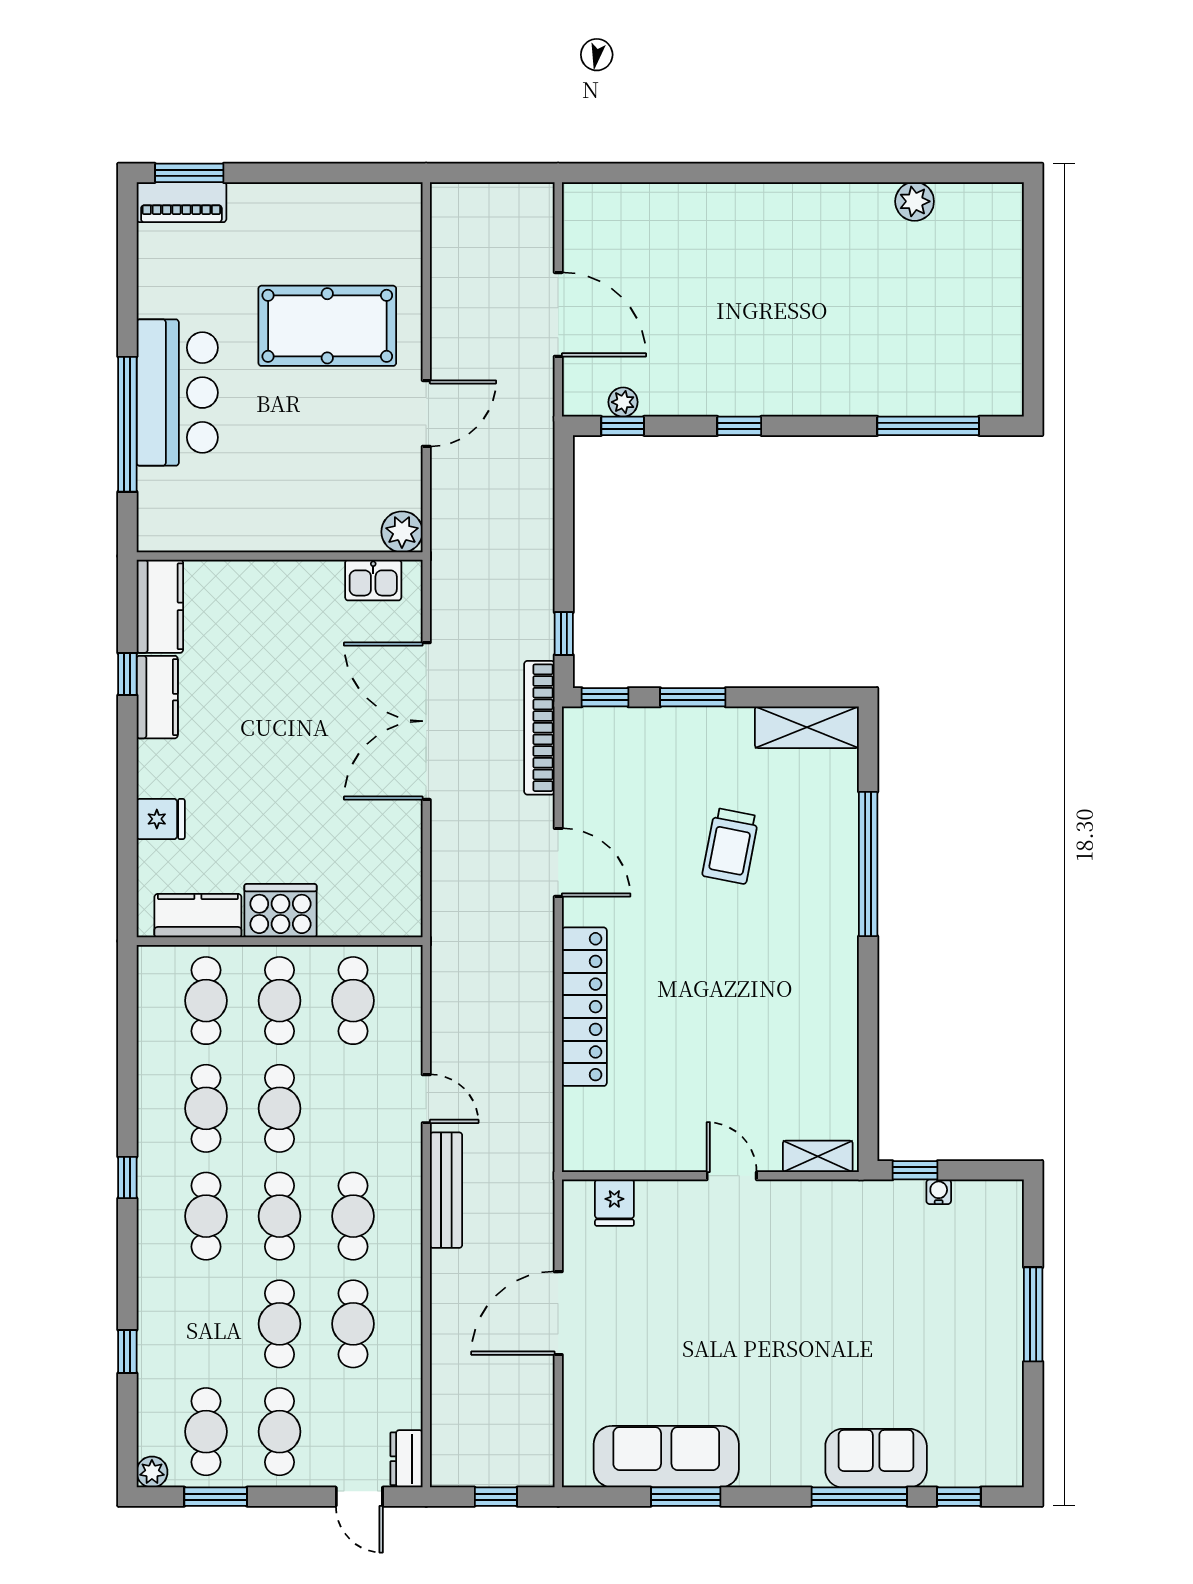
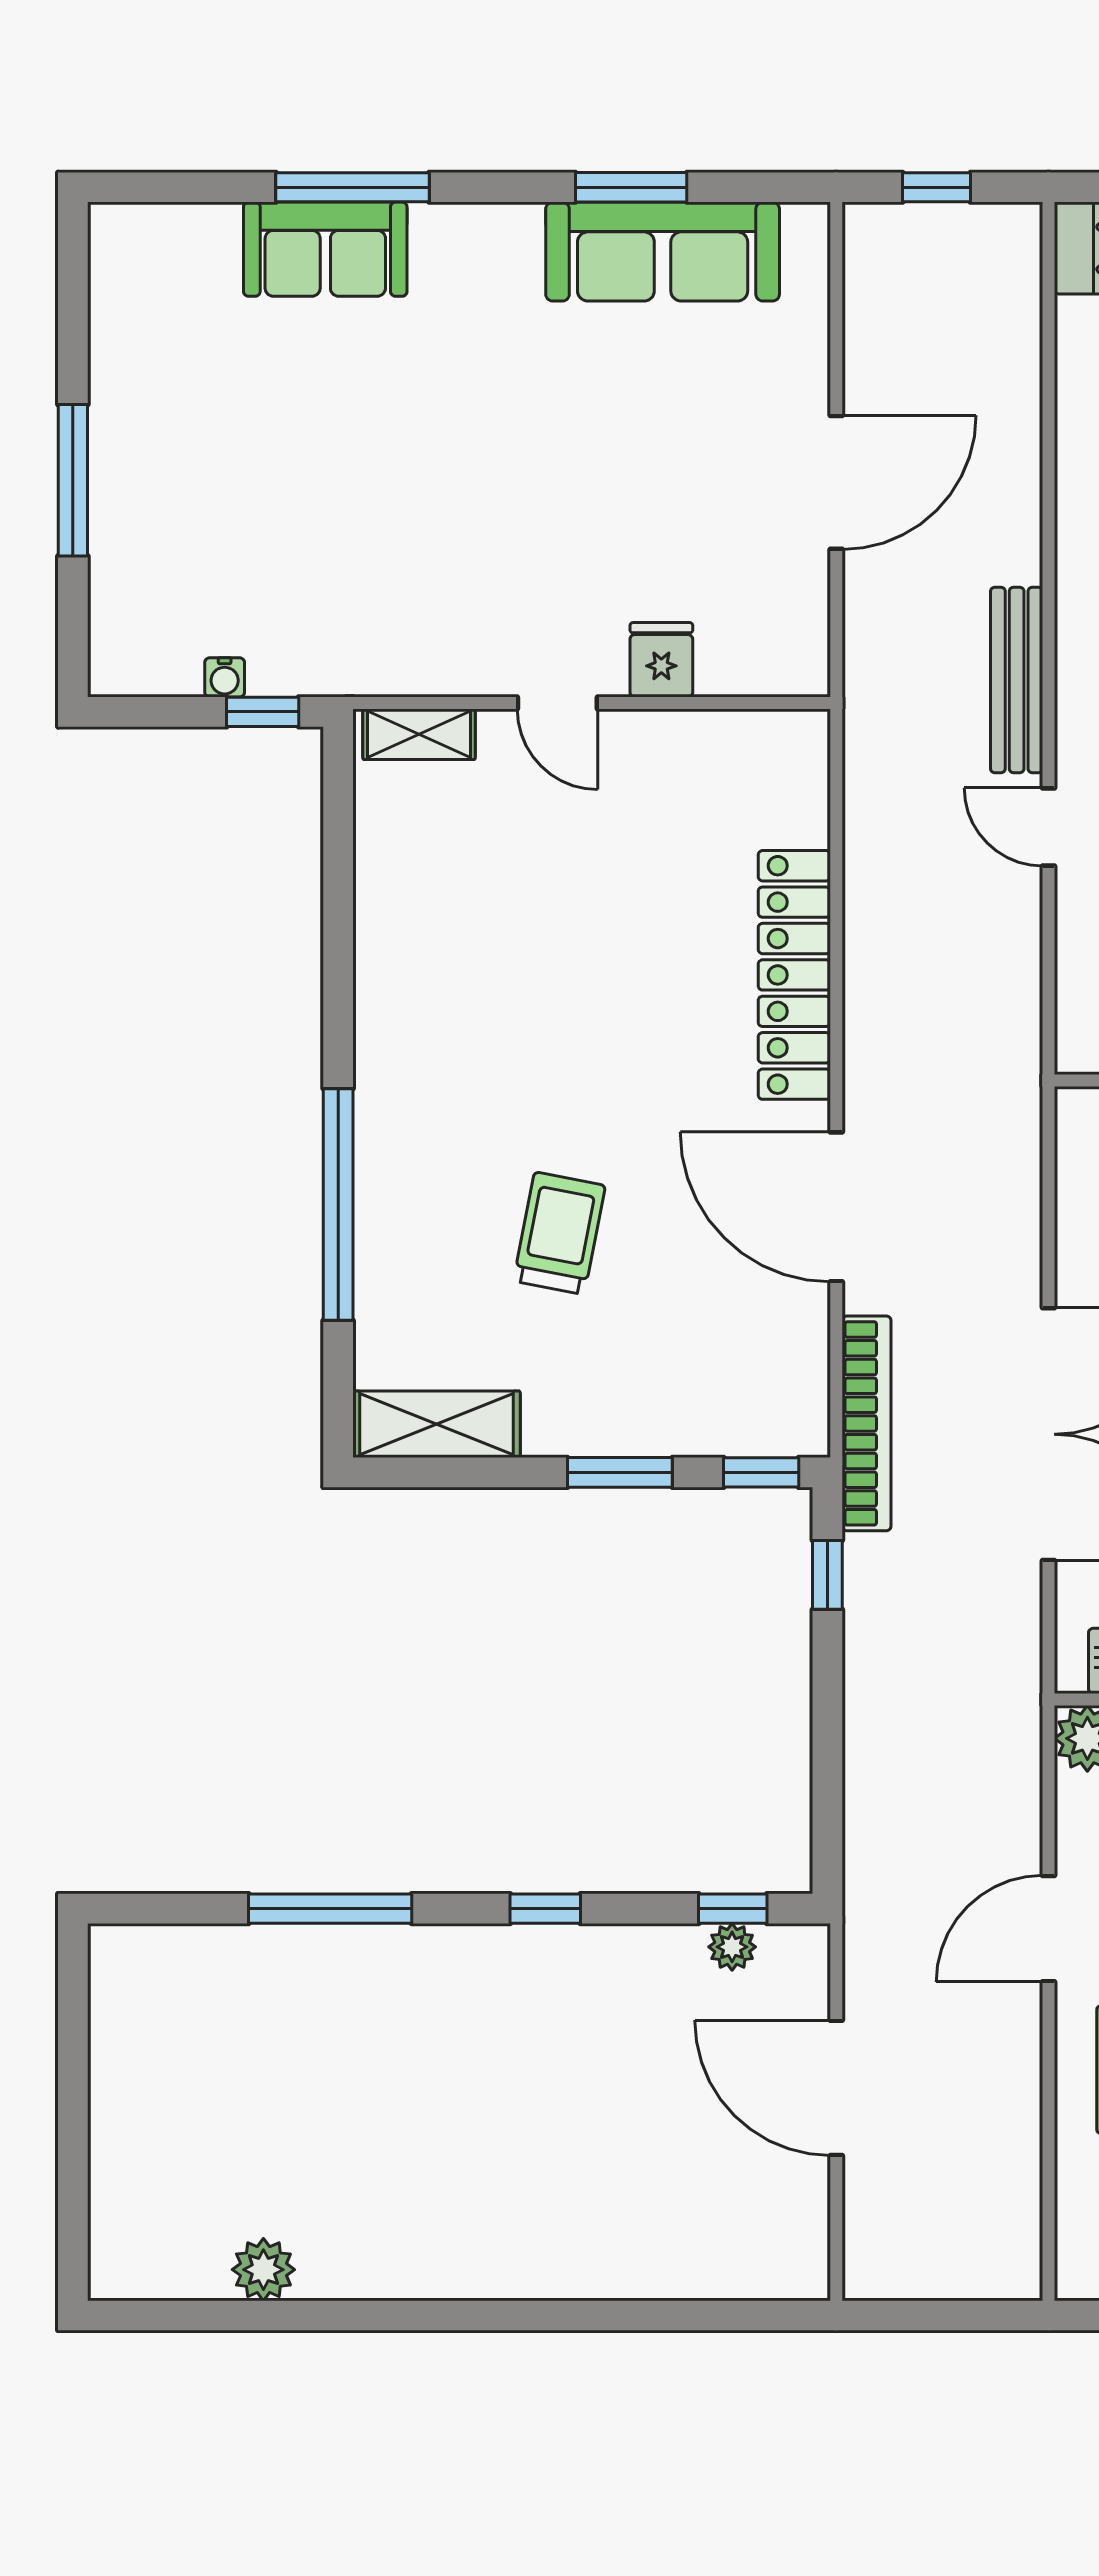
window: (928, 426) -> (330, 1909), moved
door: (558, 862) -> (836, 1207), width x1.36
fridge: (614, 1203) -> (661, 660), moved
window: (959, 1497) -> (192, 187), removed

